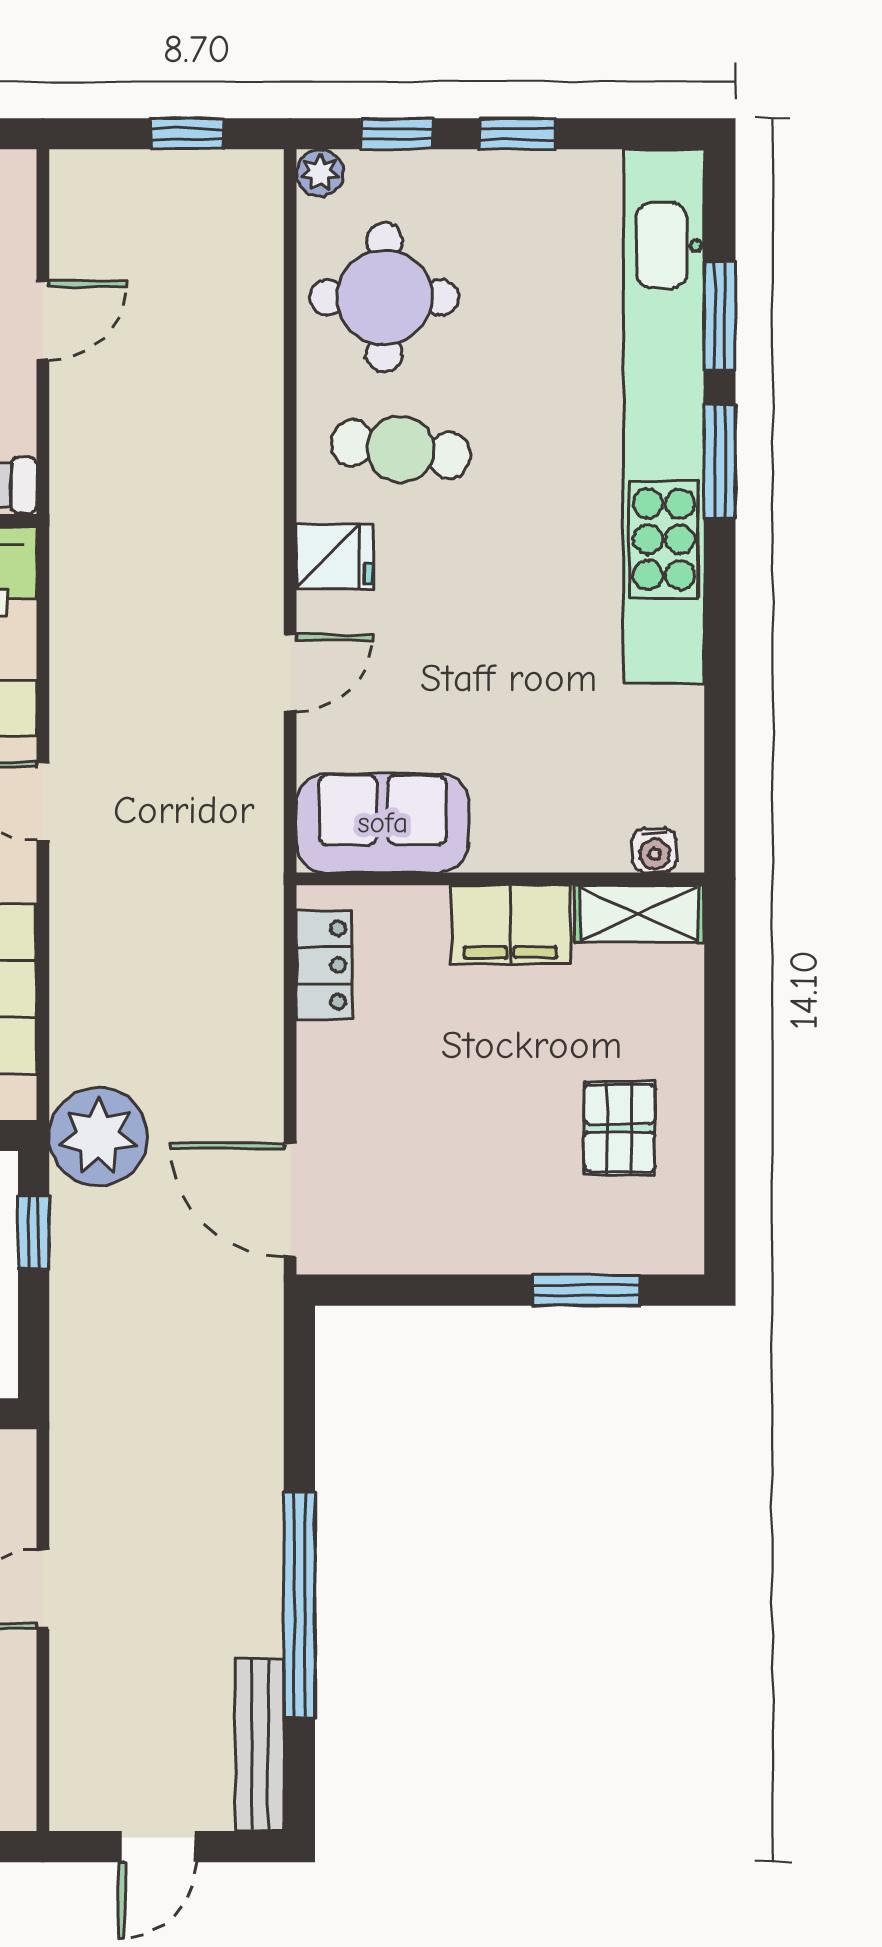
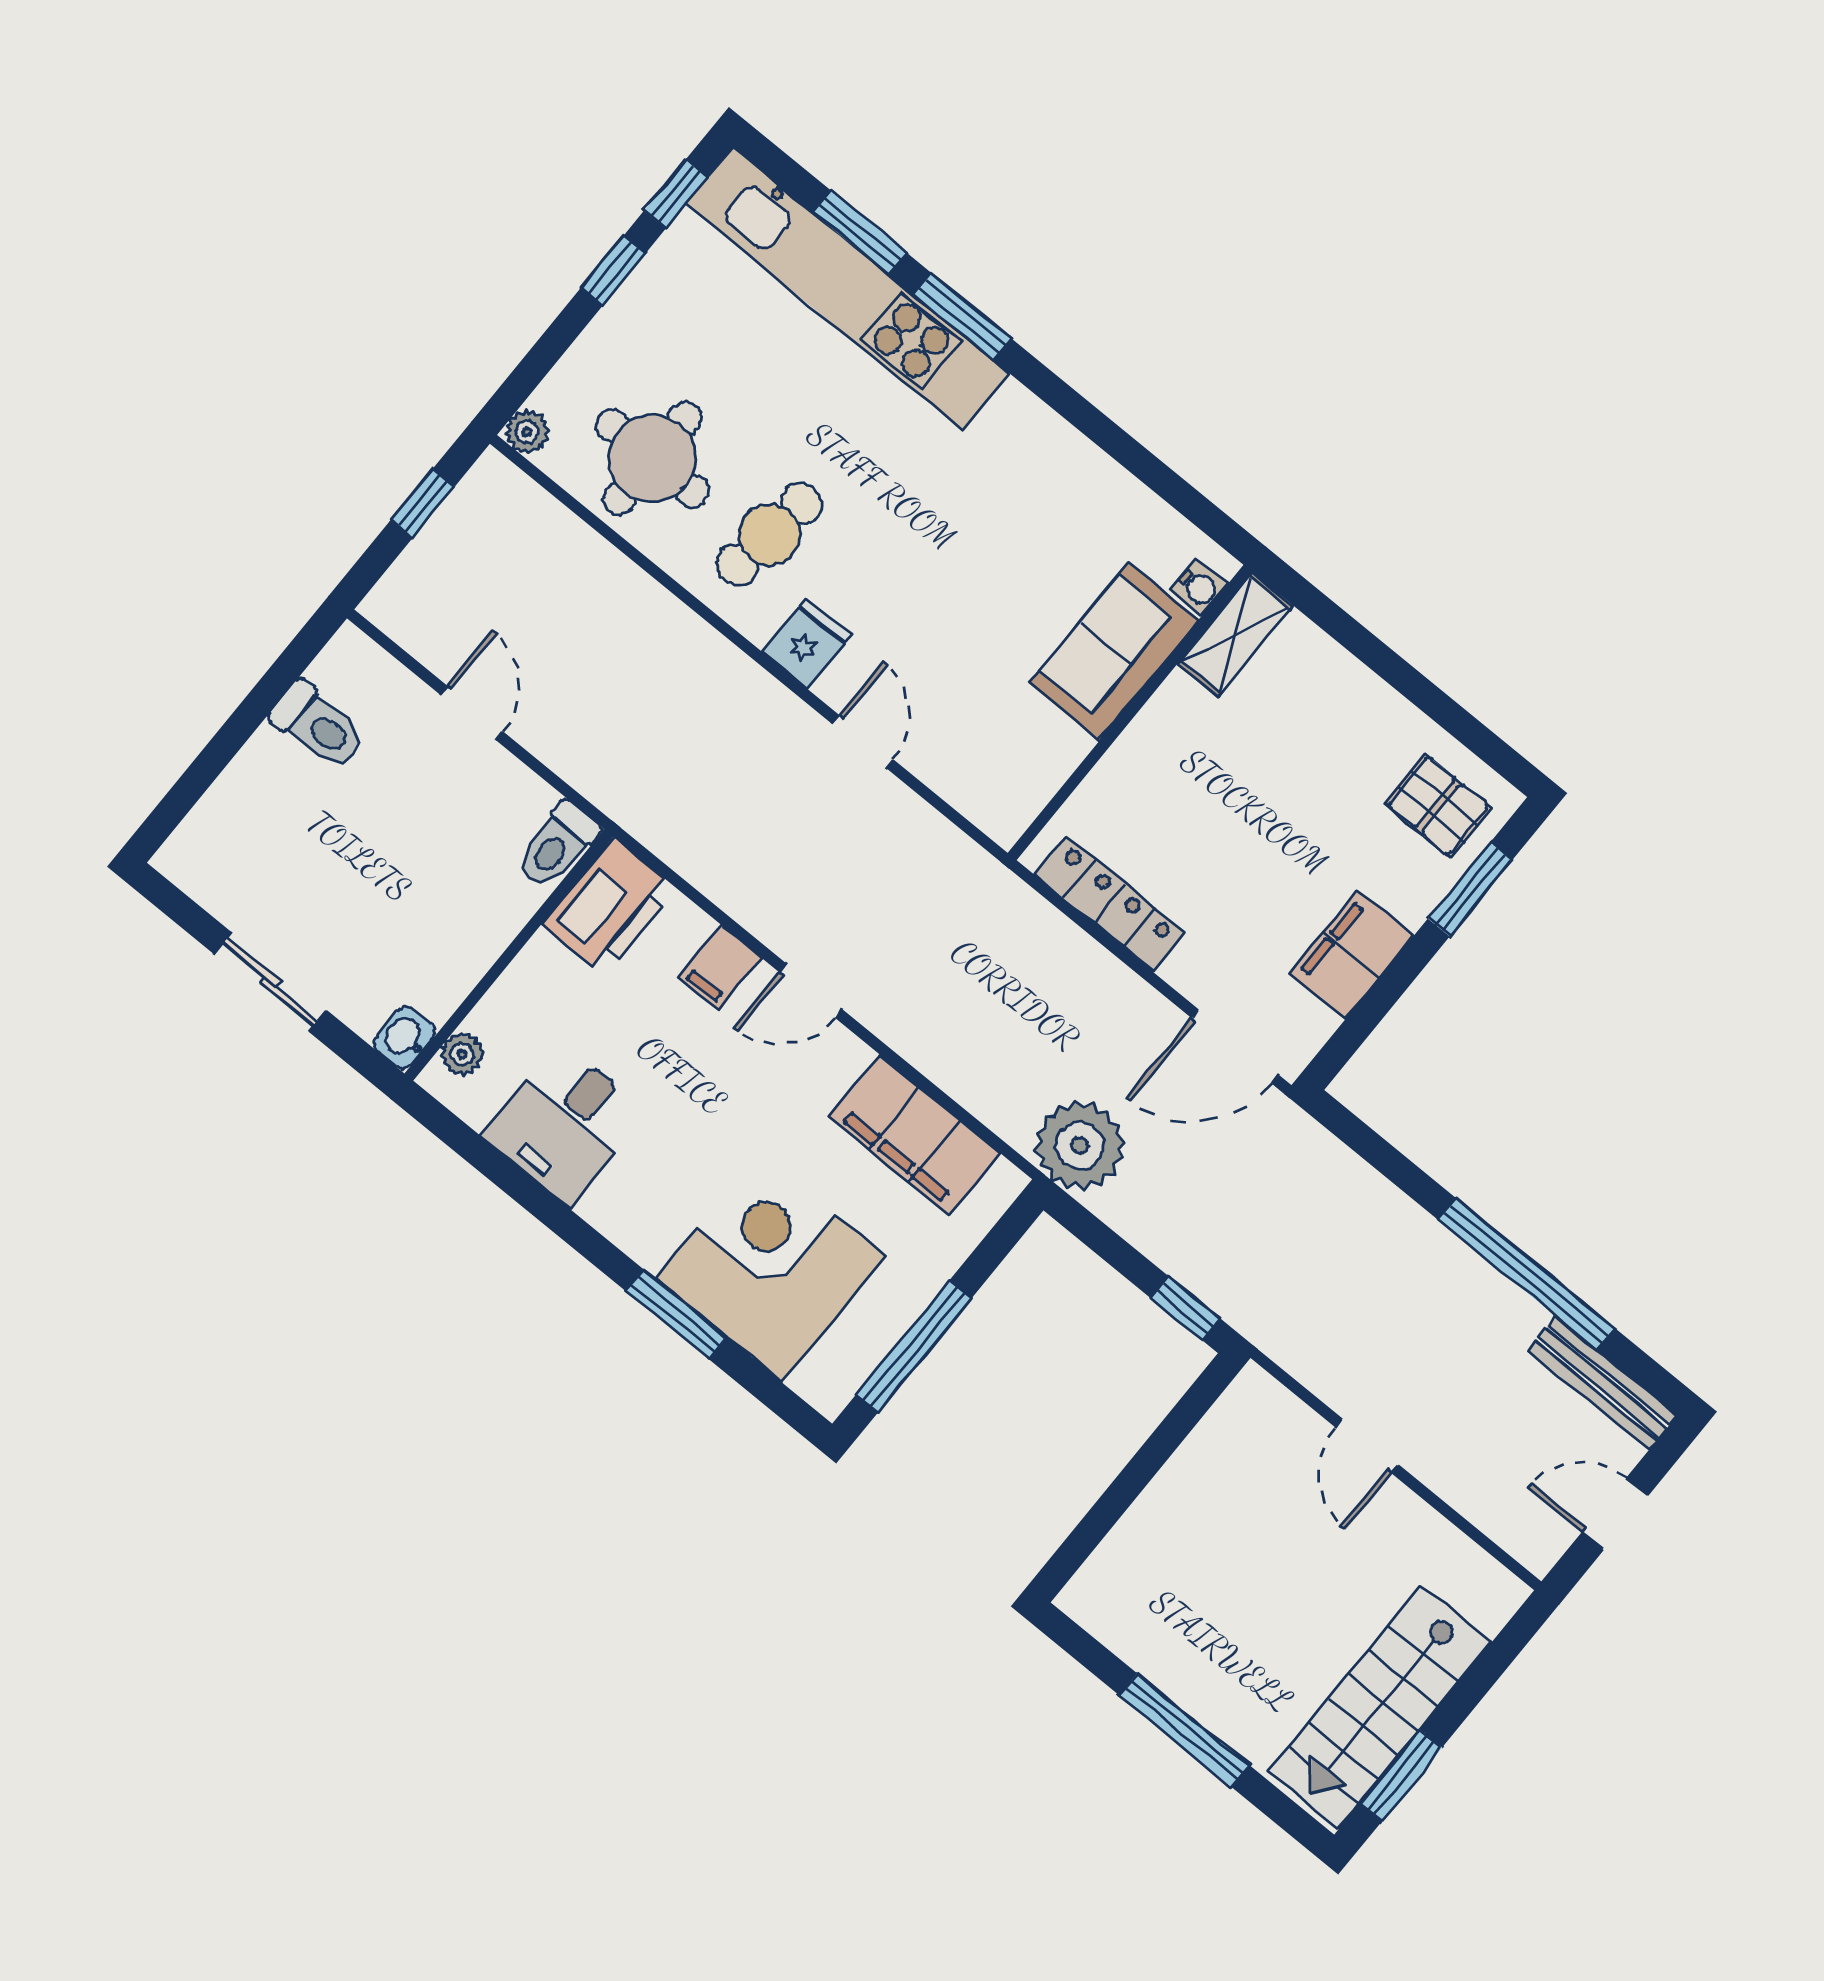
window: (397, 134) -> (676, 194), moved
kitchen unit: (664, 416) -> (848, 289), width x0.73
sofa: (383, 823) -> (1114, 651), moved
filing cabinet: (510, 925) -> (1352, 955), moved, turned 180
locker: (324, 965) -> (1110, 904), width x1.53
pallet: (620, 1128) -> (1438, 806), moved
window: (34, 1232) -> (1185, 1308), moved
door: (157, 1847) -> (1615, 1514), swing flipped

